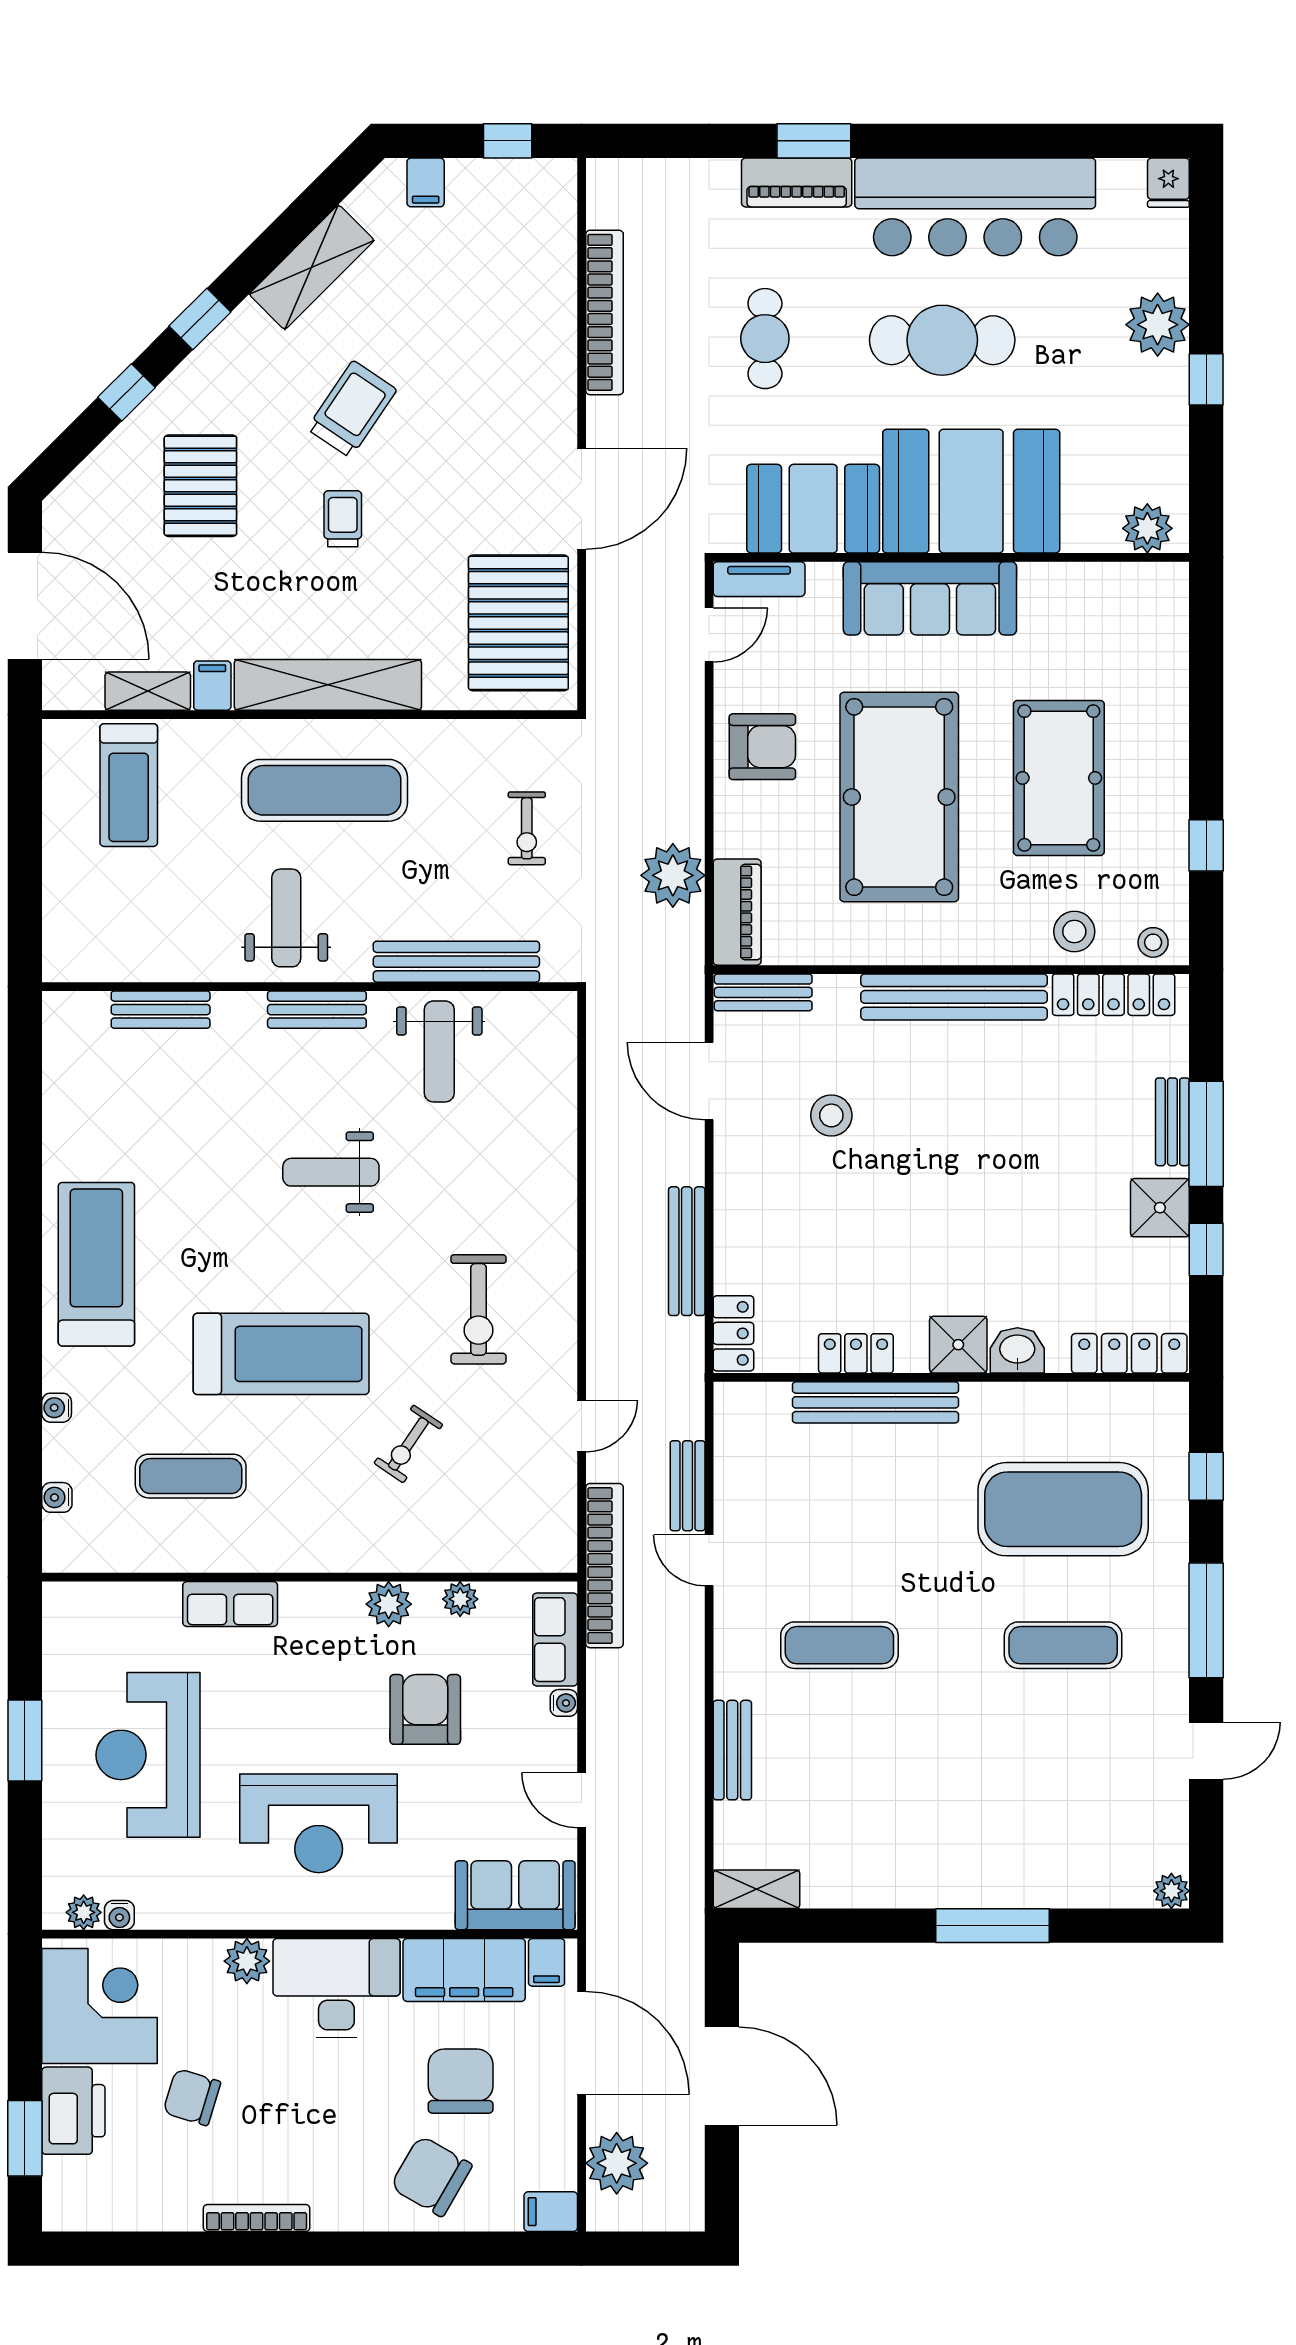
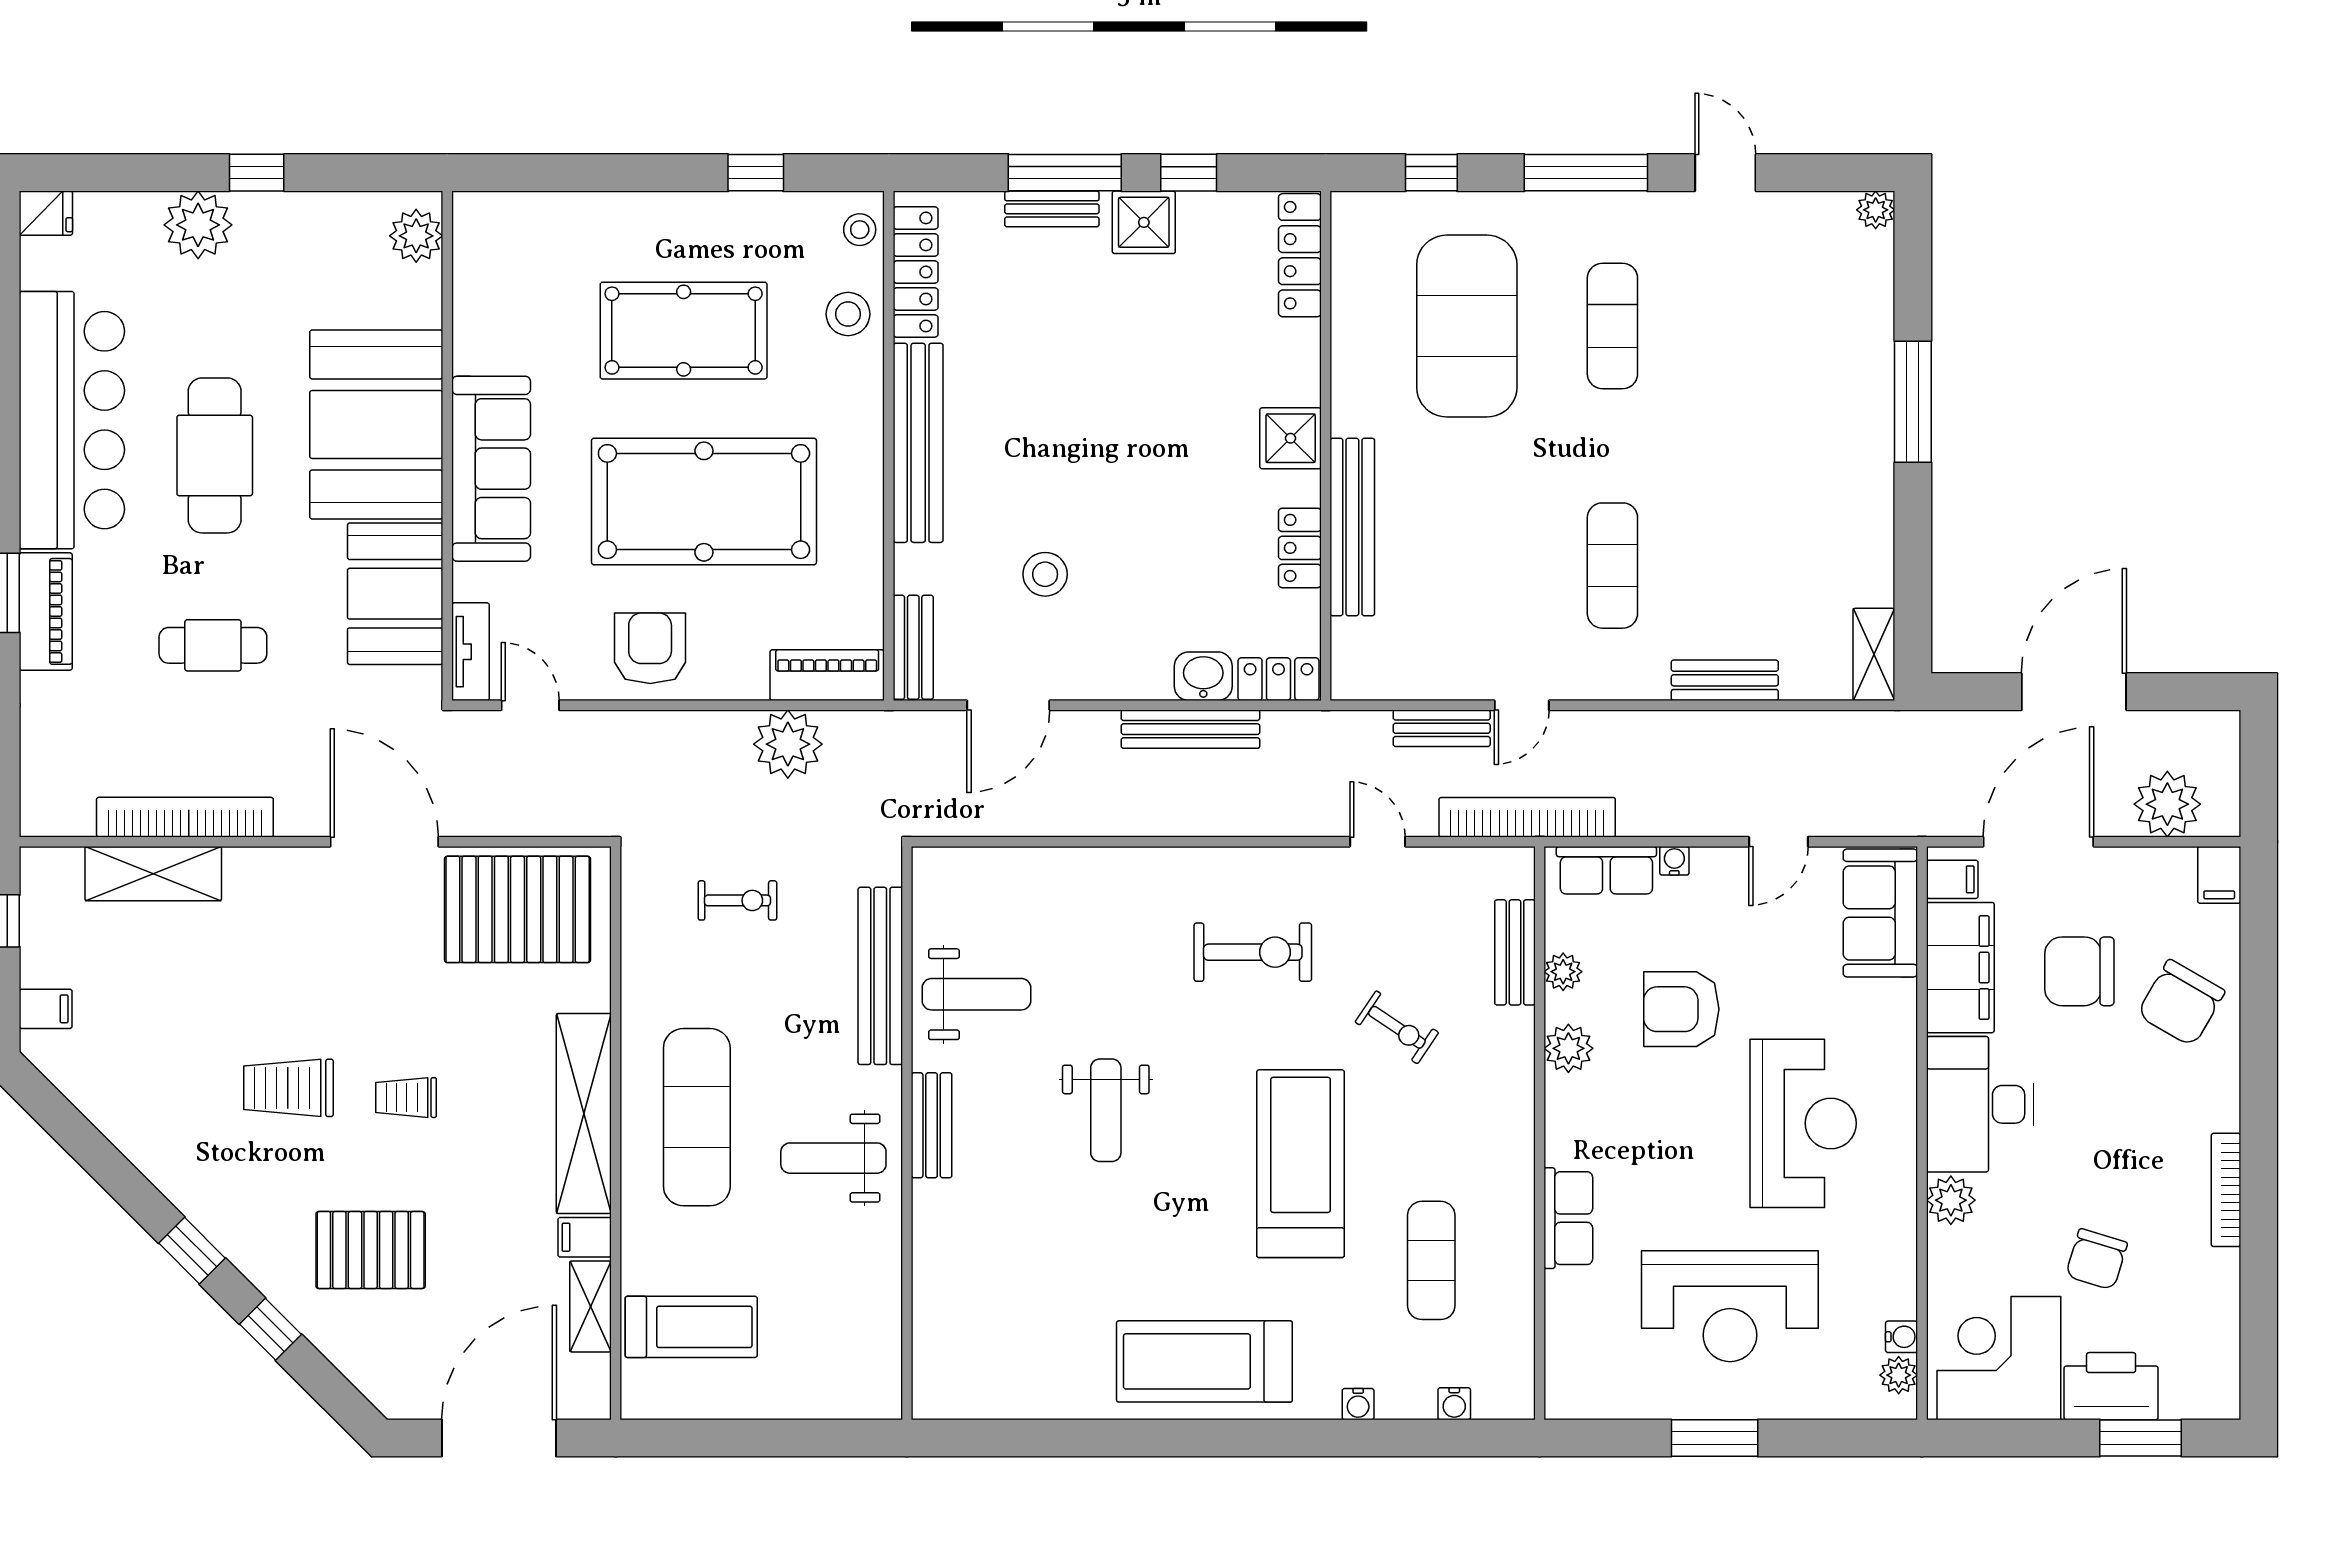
shelving: (312, 267) -> (153, 874), moved, turned -45
trolley: (352, 409) -> (289, 1088), turned -34
bench: (161, 1010) -> (1515, 952), moved
washbasin: (1017, 1350) -> (1203, 676), moved, turned 90

